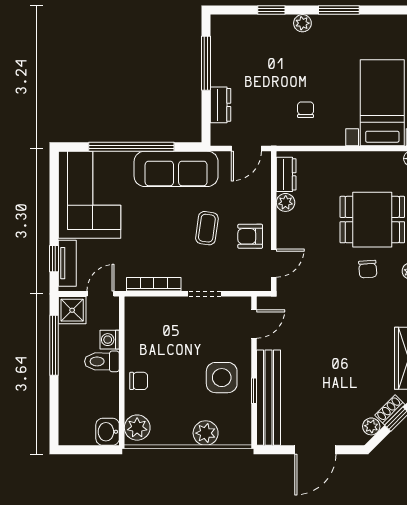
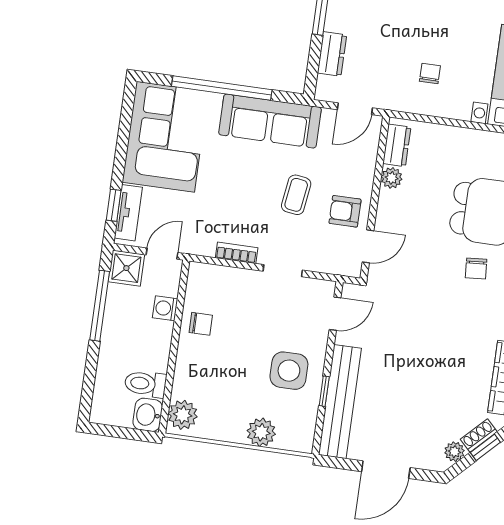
bookcase: (154, 284) -> (237, 253), width x0.64
toilet: (102, 361) -> (145, 384), moved
chair: (139, 381) -> (201, 324), moved

